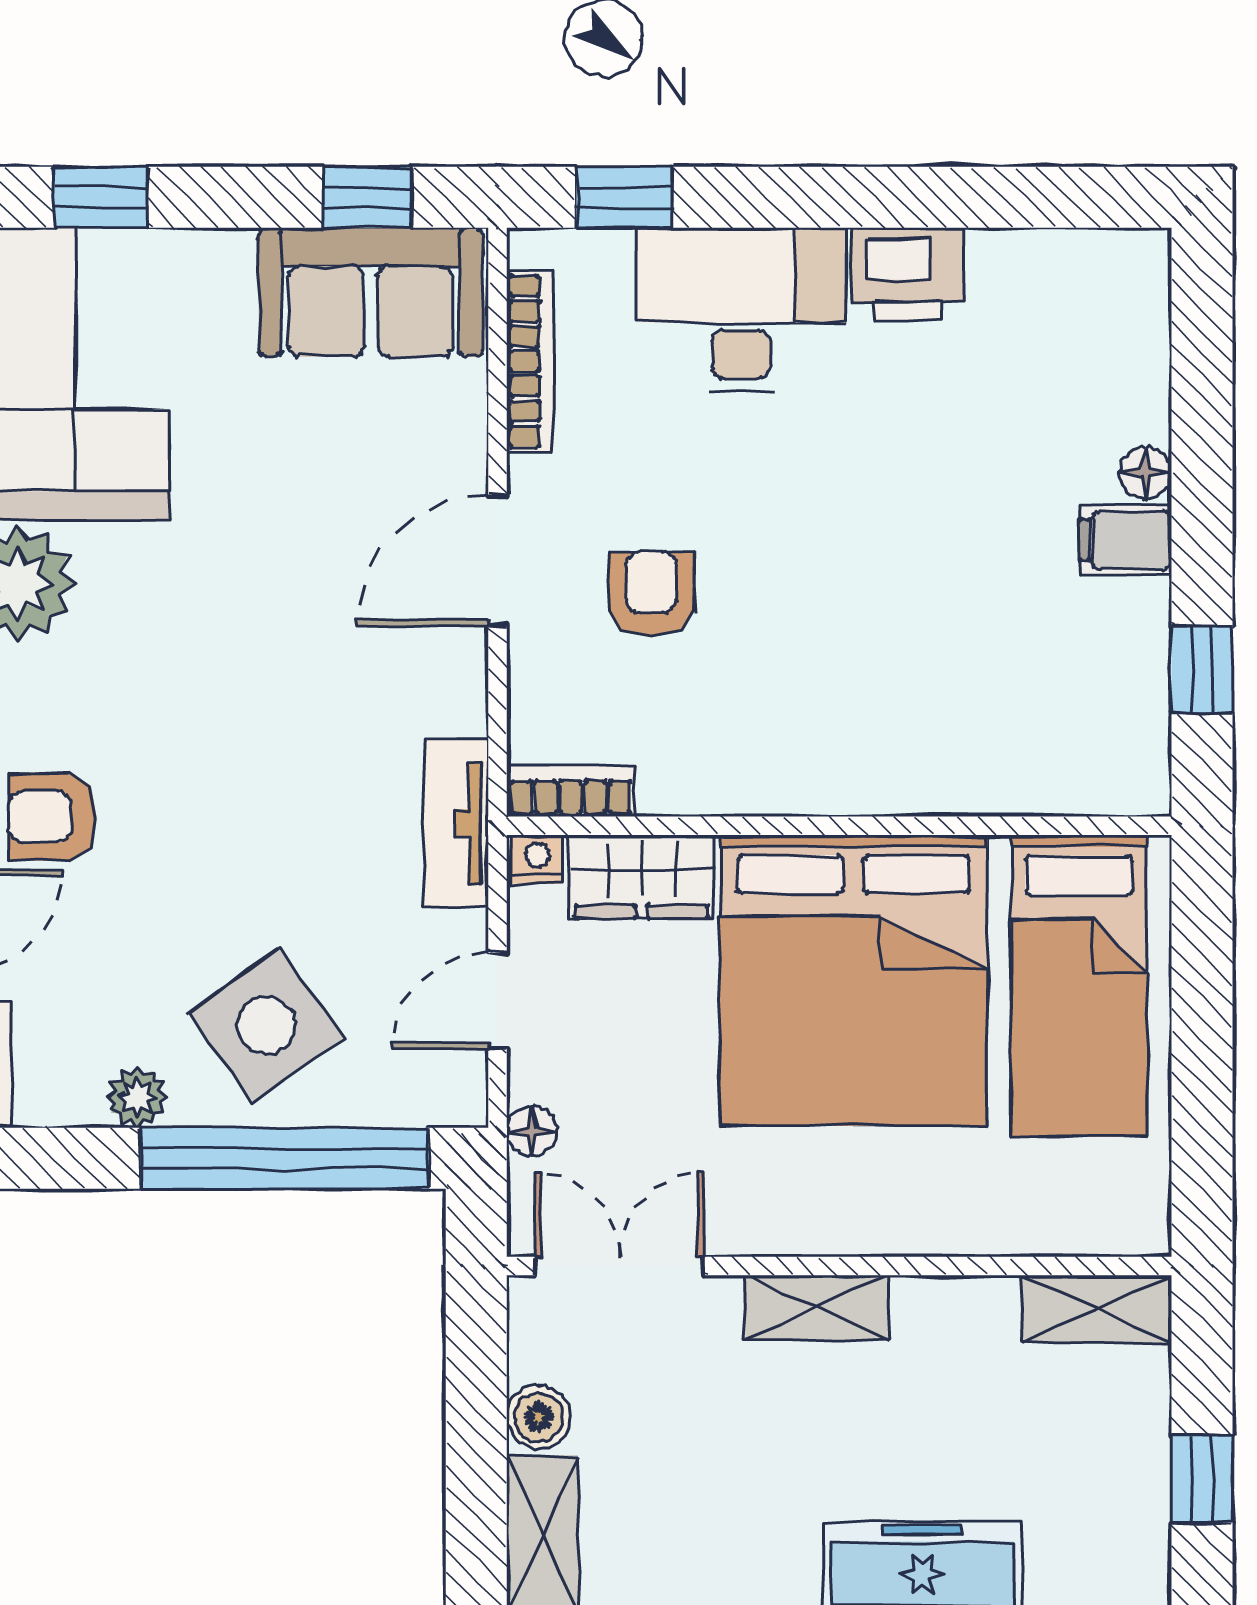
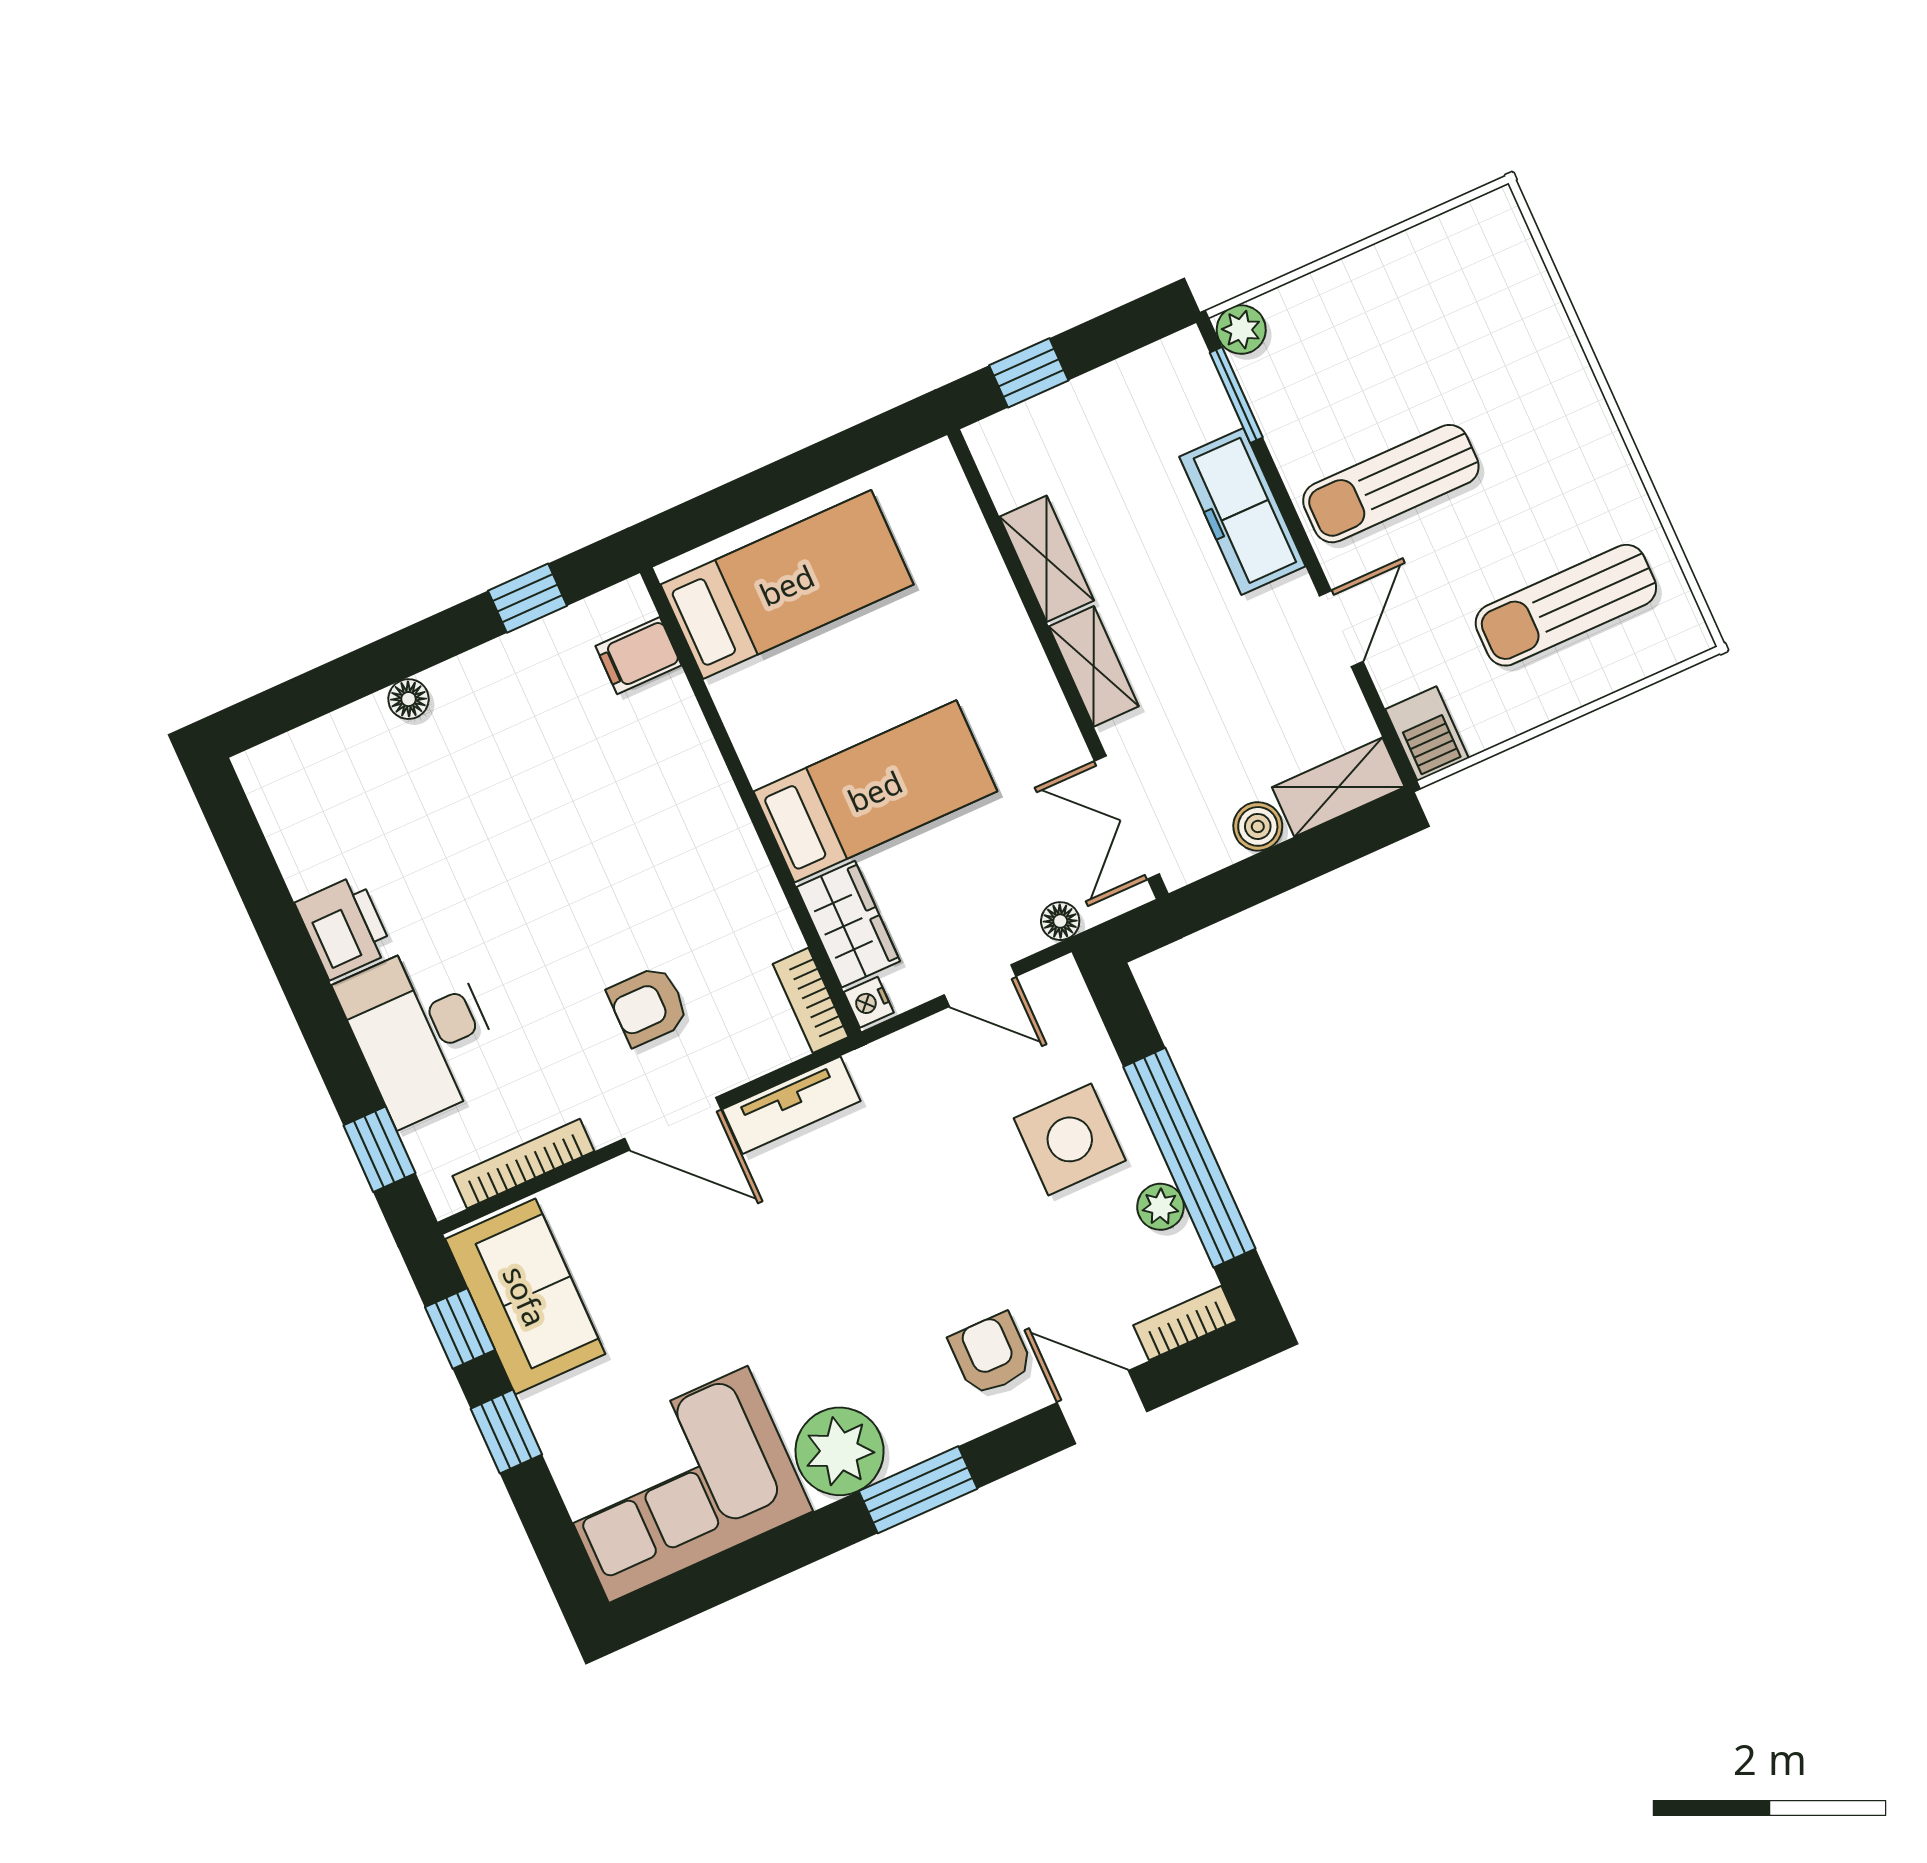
window: (101, 197) -> (506, 1432), moved
filing cabinet: (1125, 540) -> (638, 656), moved, turned 90
armchair: (52, 816) -> (991, 1354), turned 180
tv unit: (456, 823) -> (791, 1105), moved
bed: (853, 980) -> (875, 791), width x0.49
side table: (266, 1025) -> (1070, 1139), turned 36
window: (285, 1158) -> (1189, 1158), moved
shelving: (1096, 1309) -> (1047, 559), moved
window: (1202, 1479) -> (1029, 373), moved

